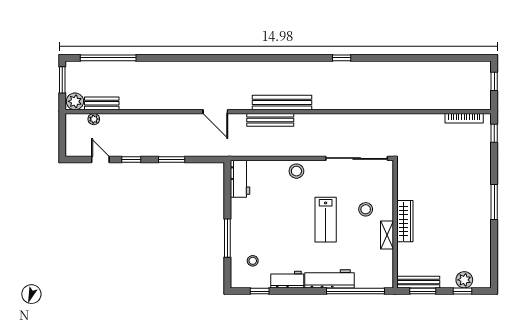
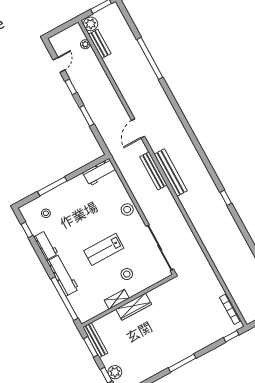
window: (108, 58) -> (150, 58), moved

